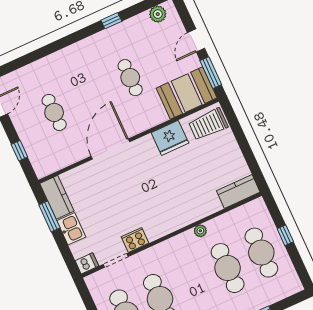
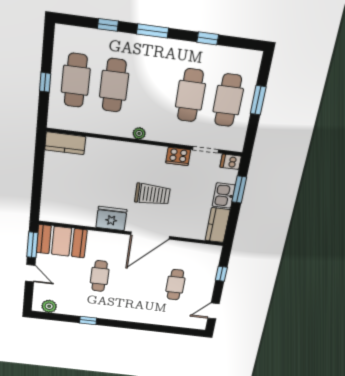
door: (196, 40) -> (30, 273), hinge flipped
trolley: (208, 124) -> (152, 194), moved
fridge: (170, 138) -> (111, 219), moved
window: (49, 216) -> (239, 190), moved
plant: (200, 231) -> (139, 133), moved

